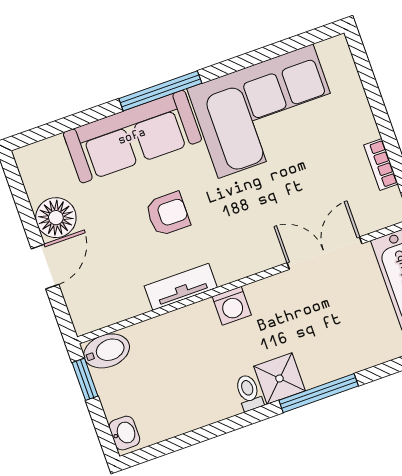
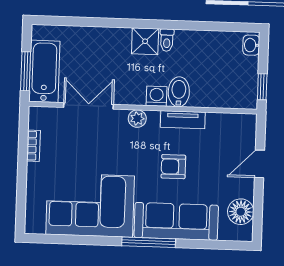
floor lamp: (56, 218) -> (241, 212), moved
double door: (324, 253) -> (88, 106), swing flipped
plant: (247, 263) -> (137, 119), added
bidet: (107, 351) -> (179, 92), moved, turned 90
window: (319, 393) -> (125, 23), removed

